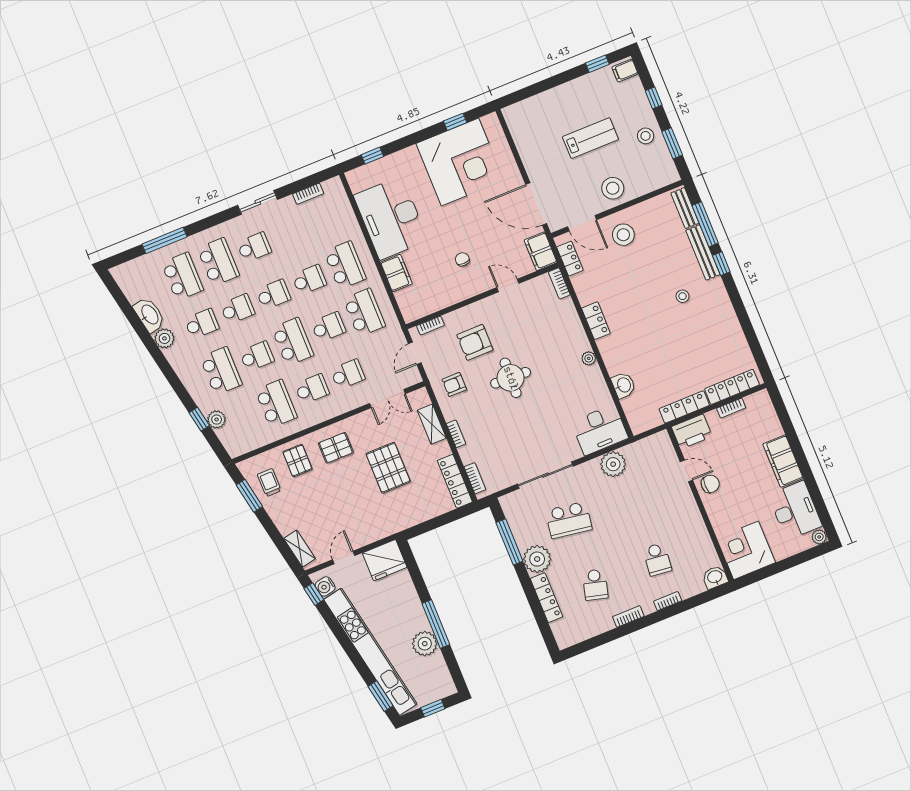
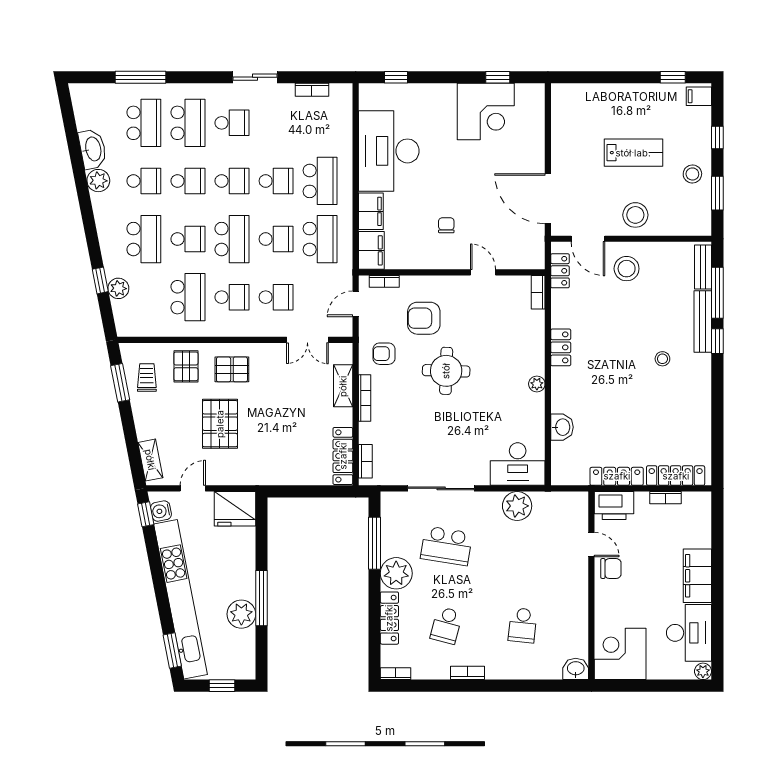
corner desk: (460, 162) -> (486, 111), width x0.74, depth x0.74
filing cabinet: (541, 251) -> (371, 250), moved, turned 180
bookcase: (456, 434) -> (365, 398), width x1.56
pallet: (388, 468) -> (220, 424), moved
bookcase: (668, 601) -> (395, 674), moved

